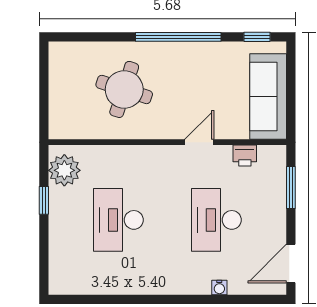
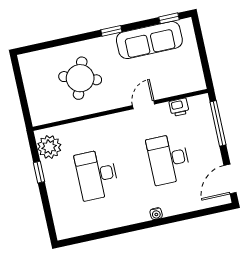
window: (178, 37) -> (111, 31), width x0.32
sofa: (268, 97) -> (149, 40), moved, turned -90
window: (291, 188) -> (218, 123), width x1.44
water cooler: (219, 288) -> (156, 214), moved

